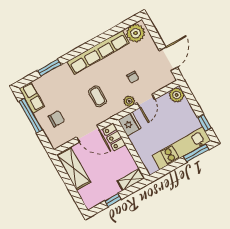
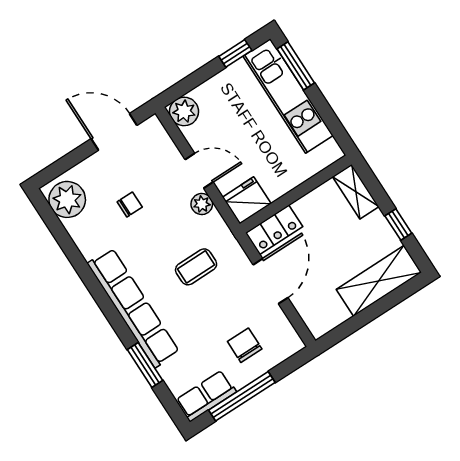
row of seats: (98, 52) -> (133, 308), moved
chair: (133, 77) -> (130, 204), moved
shelving: (74, 168) -> (379, 281), moved

